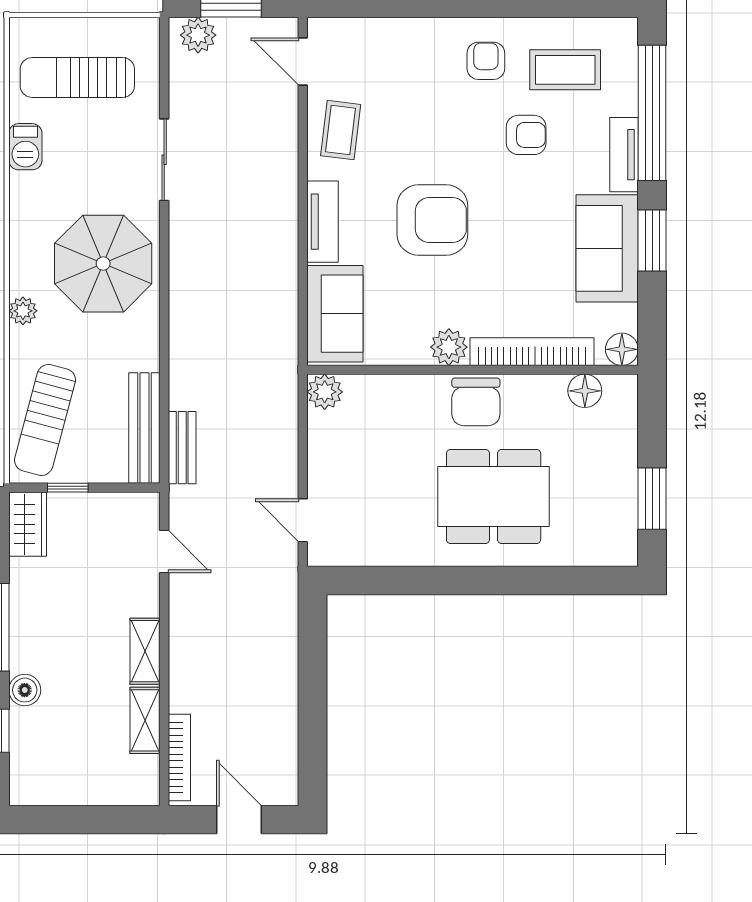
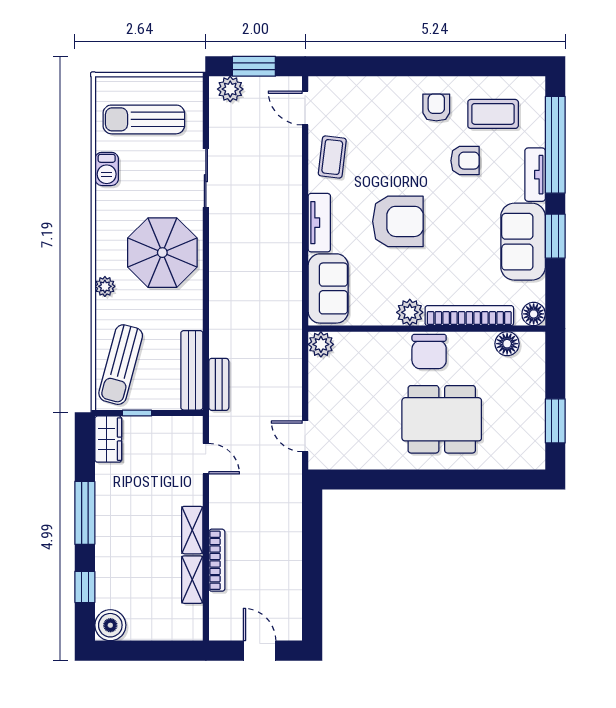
boiler: (25, 690) -> (110, 625), moved, width x1.36, depth x1.36
bookcase: (179, 758) -> (217, 560), moved

